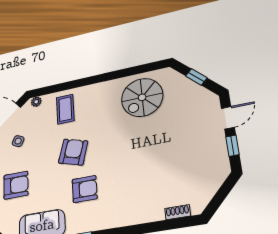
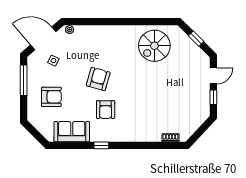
coffee table: (65, 109) -> (94, 42), removed
armchair: (85, 189) -> (106, 110), turned 90

